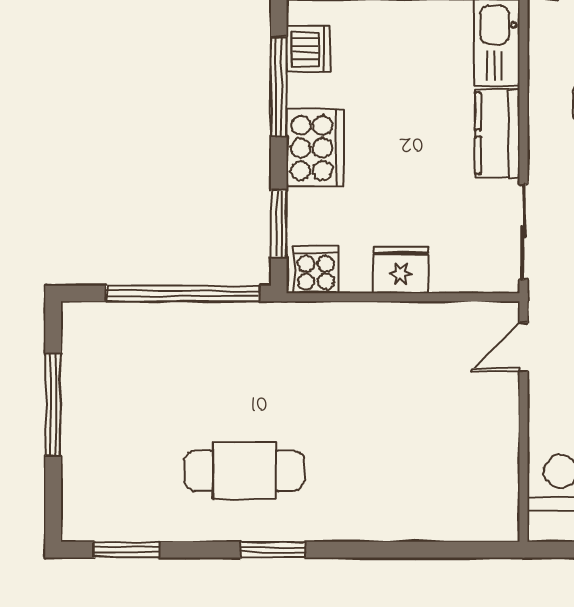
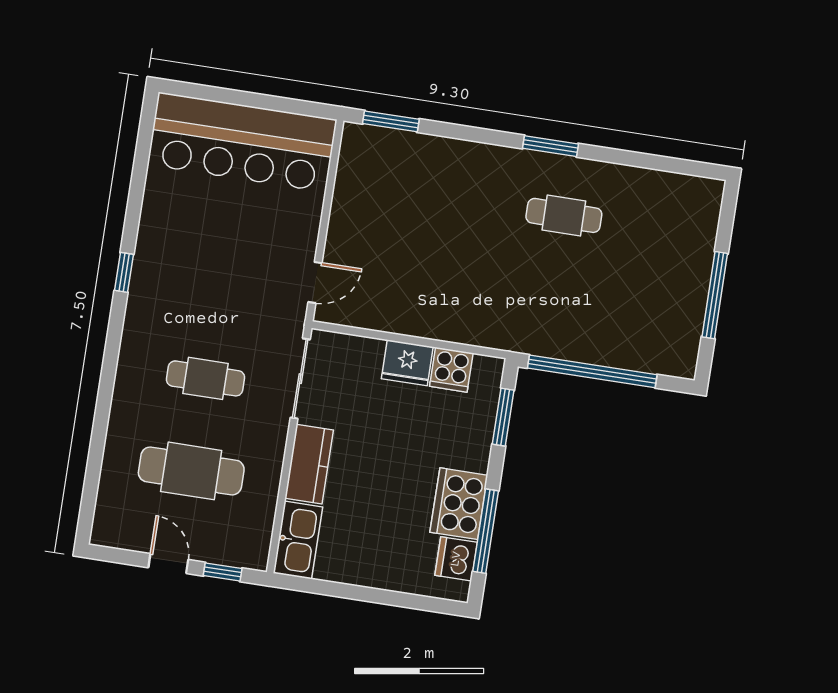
cooker: (315, 148) -> (459, 504), moved
cooker: (316, 270) -> (451, 370), moved
cafe table: (244, 471) -> (564, 215), width x0.73, depth x0.74
window: (127, 550) -> (391, 121), moved

